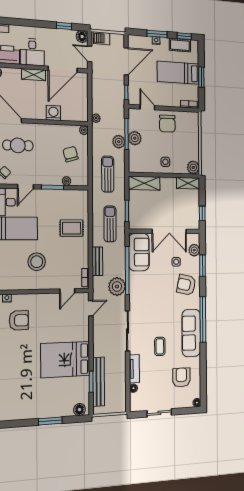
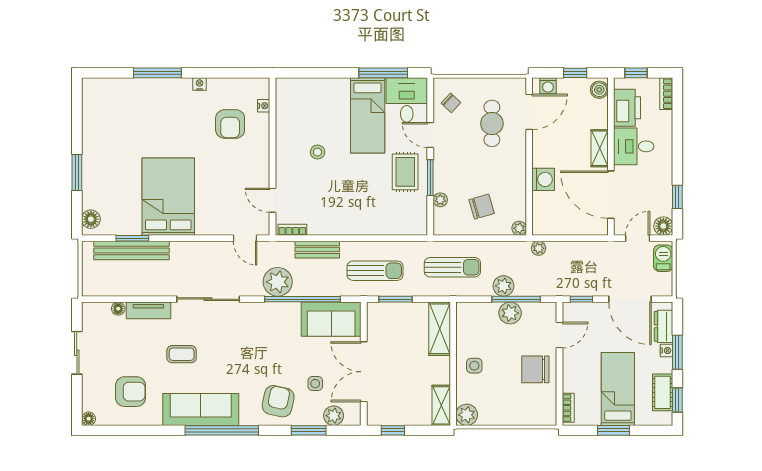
dresser: (142, 41) -> (664, 326), added
rug: (72, 228) -> (405, 172), moved
stool: (37, 262) -> (318, 152), width x0.53, depth x0.53

